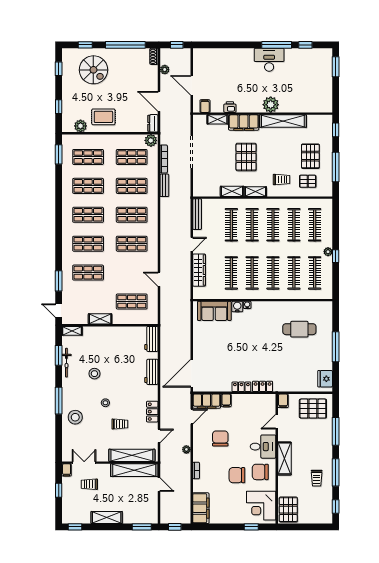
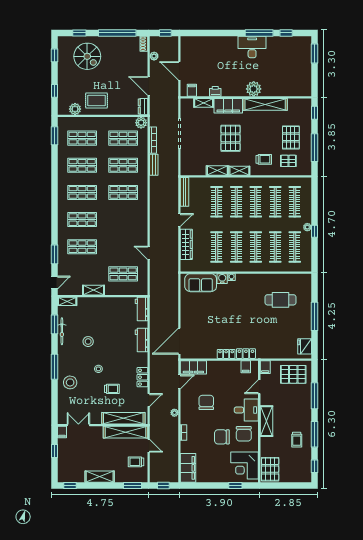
shop shelf: (132, 244) -> (123, 220), removed
door: (59, 311) -> (54, 282), swing flipped
filing cabinet: (226, 400) -> (246, 367), moved
chair: (260, 472) -> (244, 434), turned -90
trolley: (89, 484) -> (136, 462), moved

